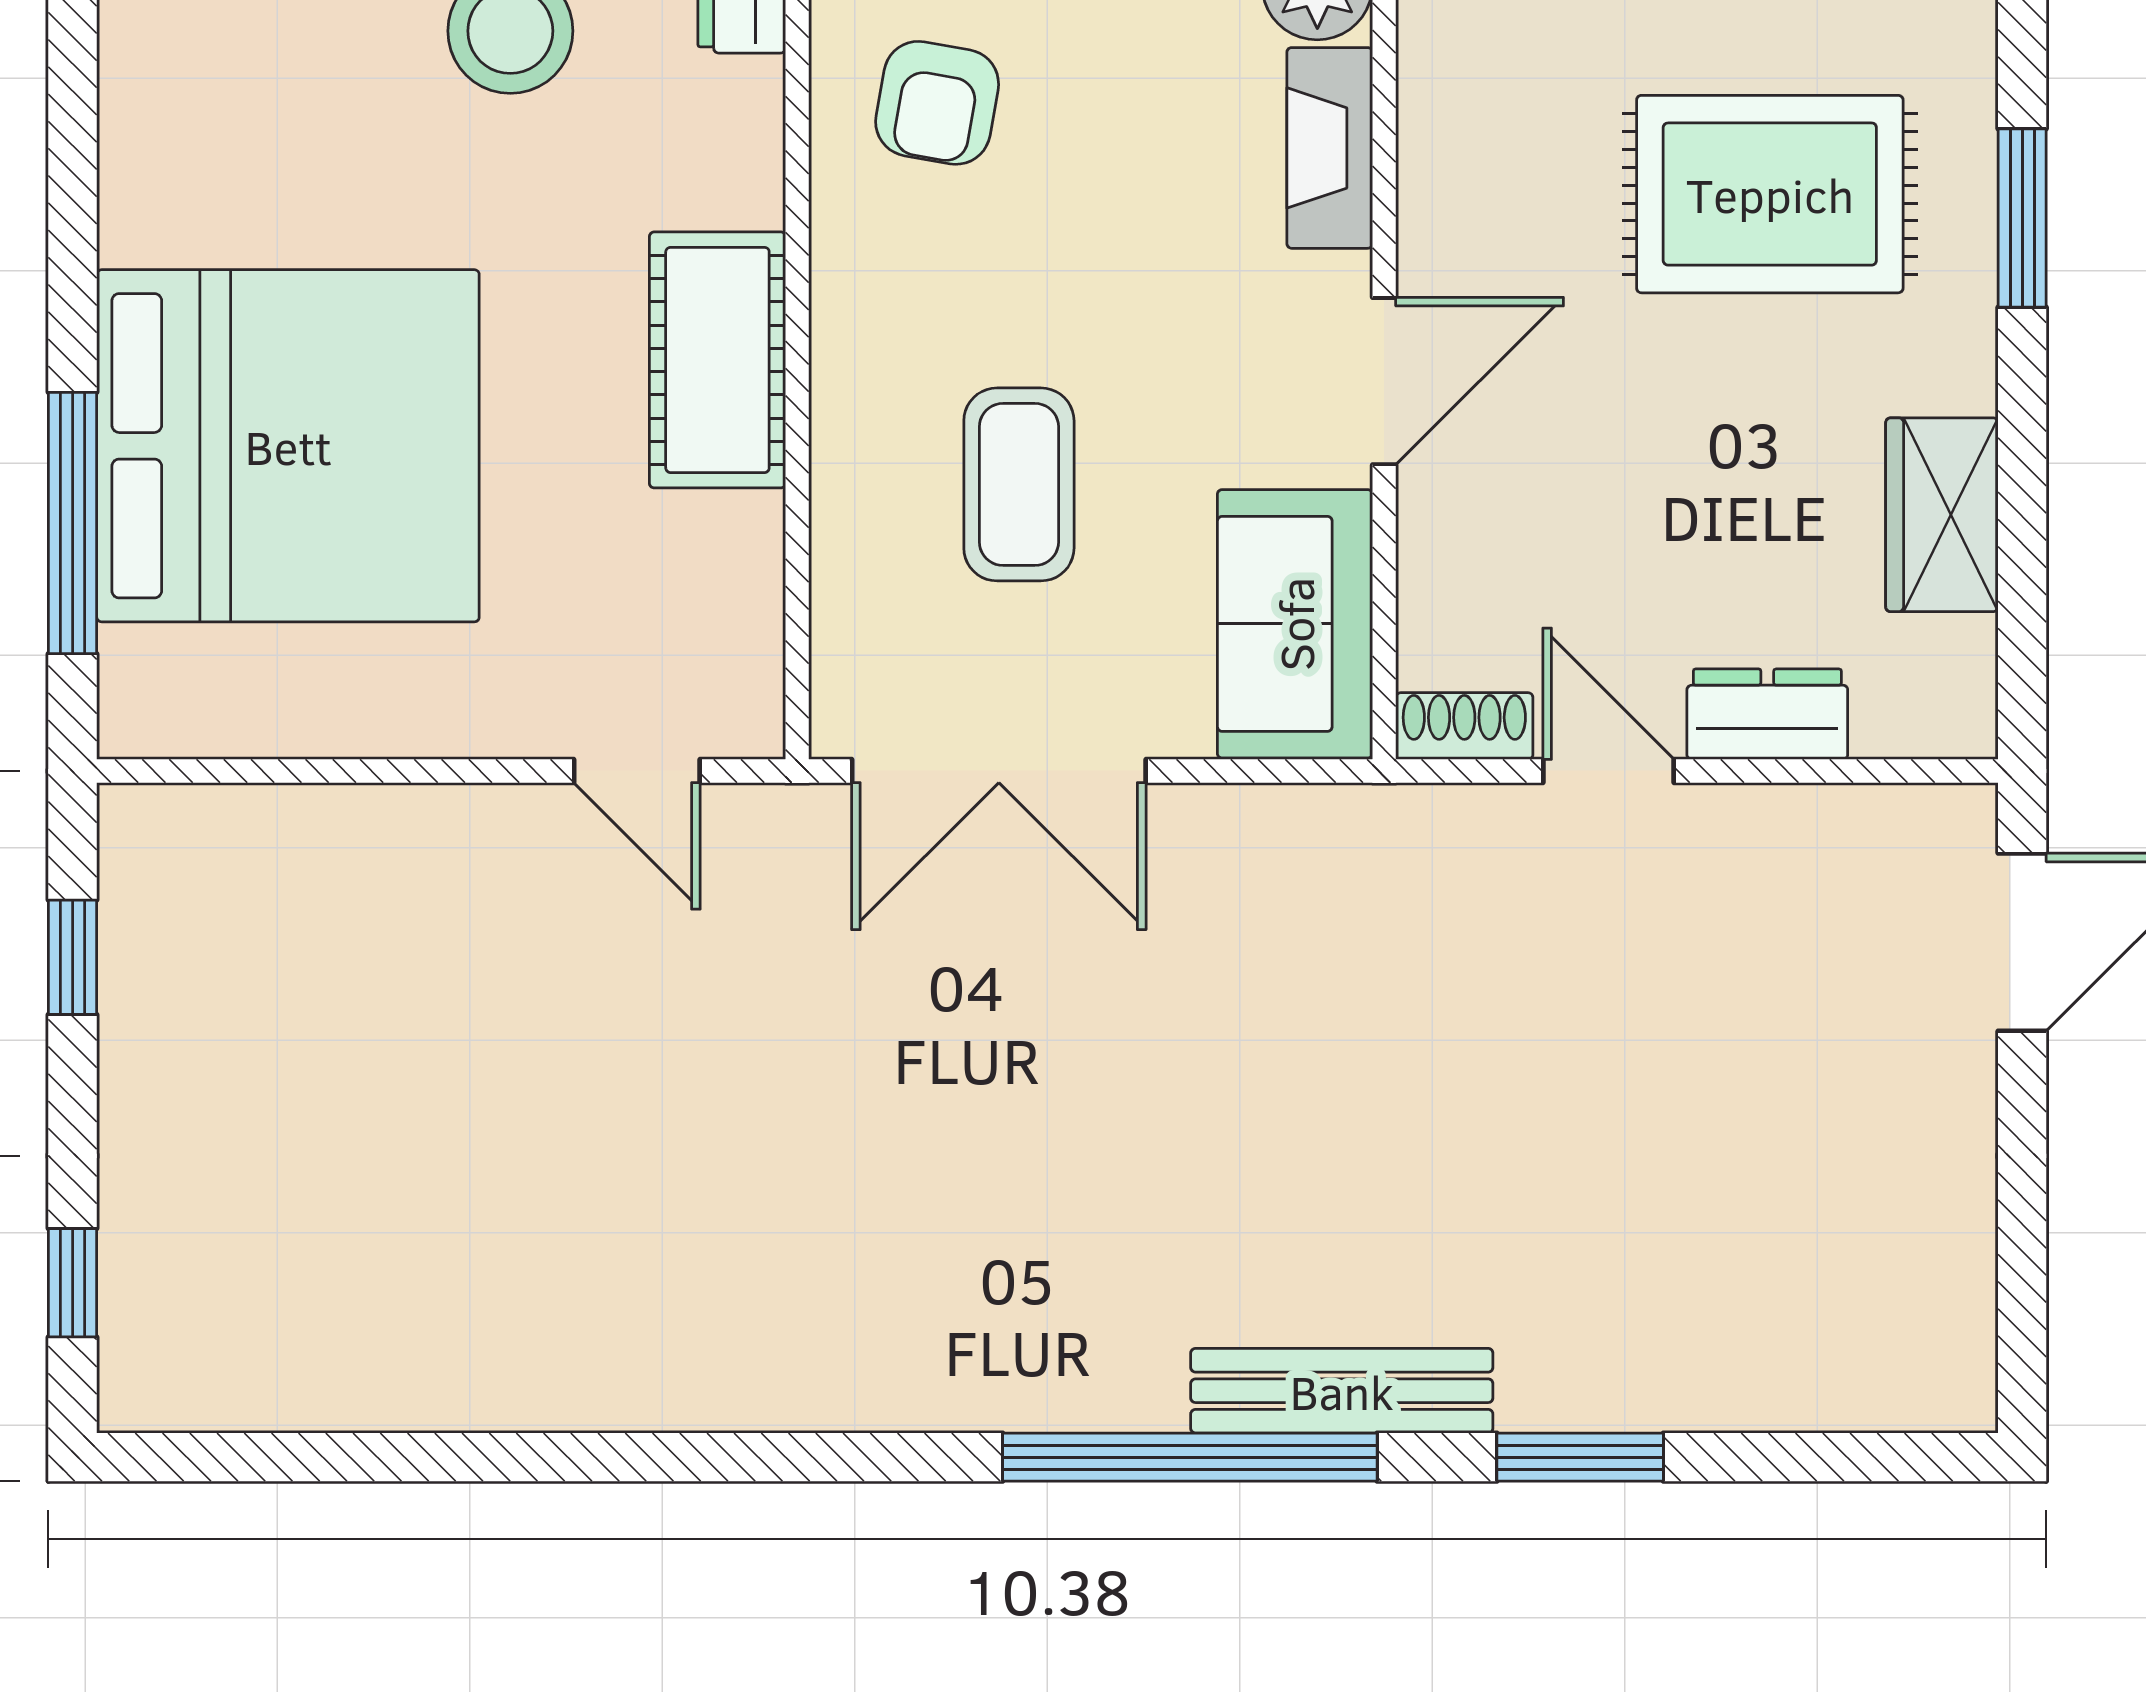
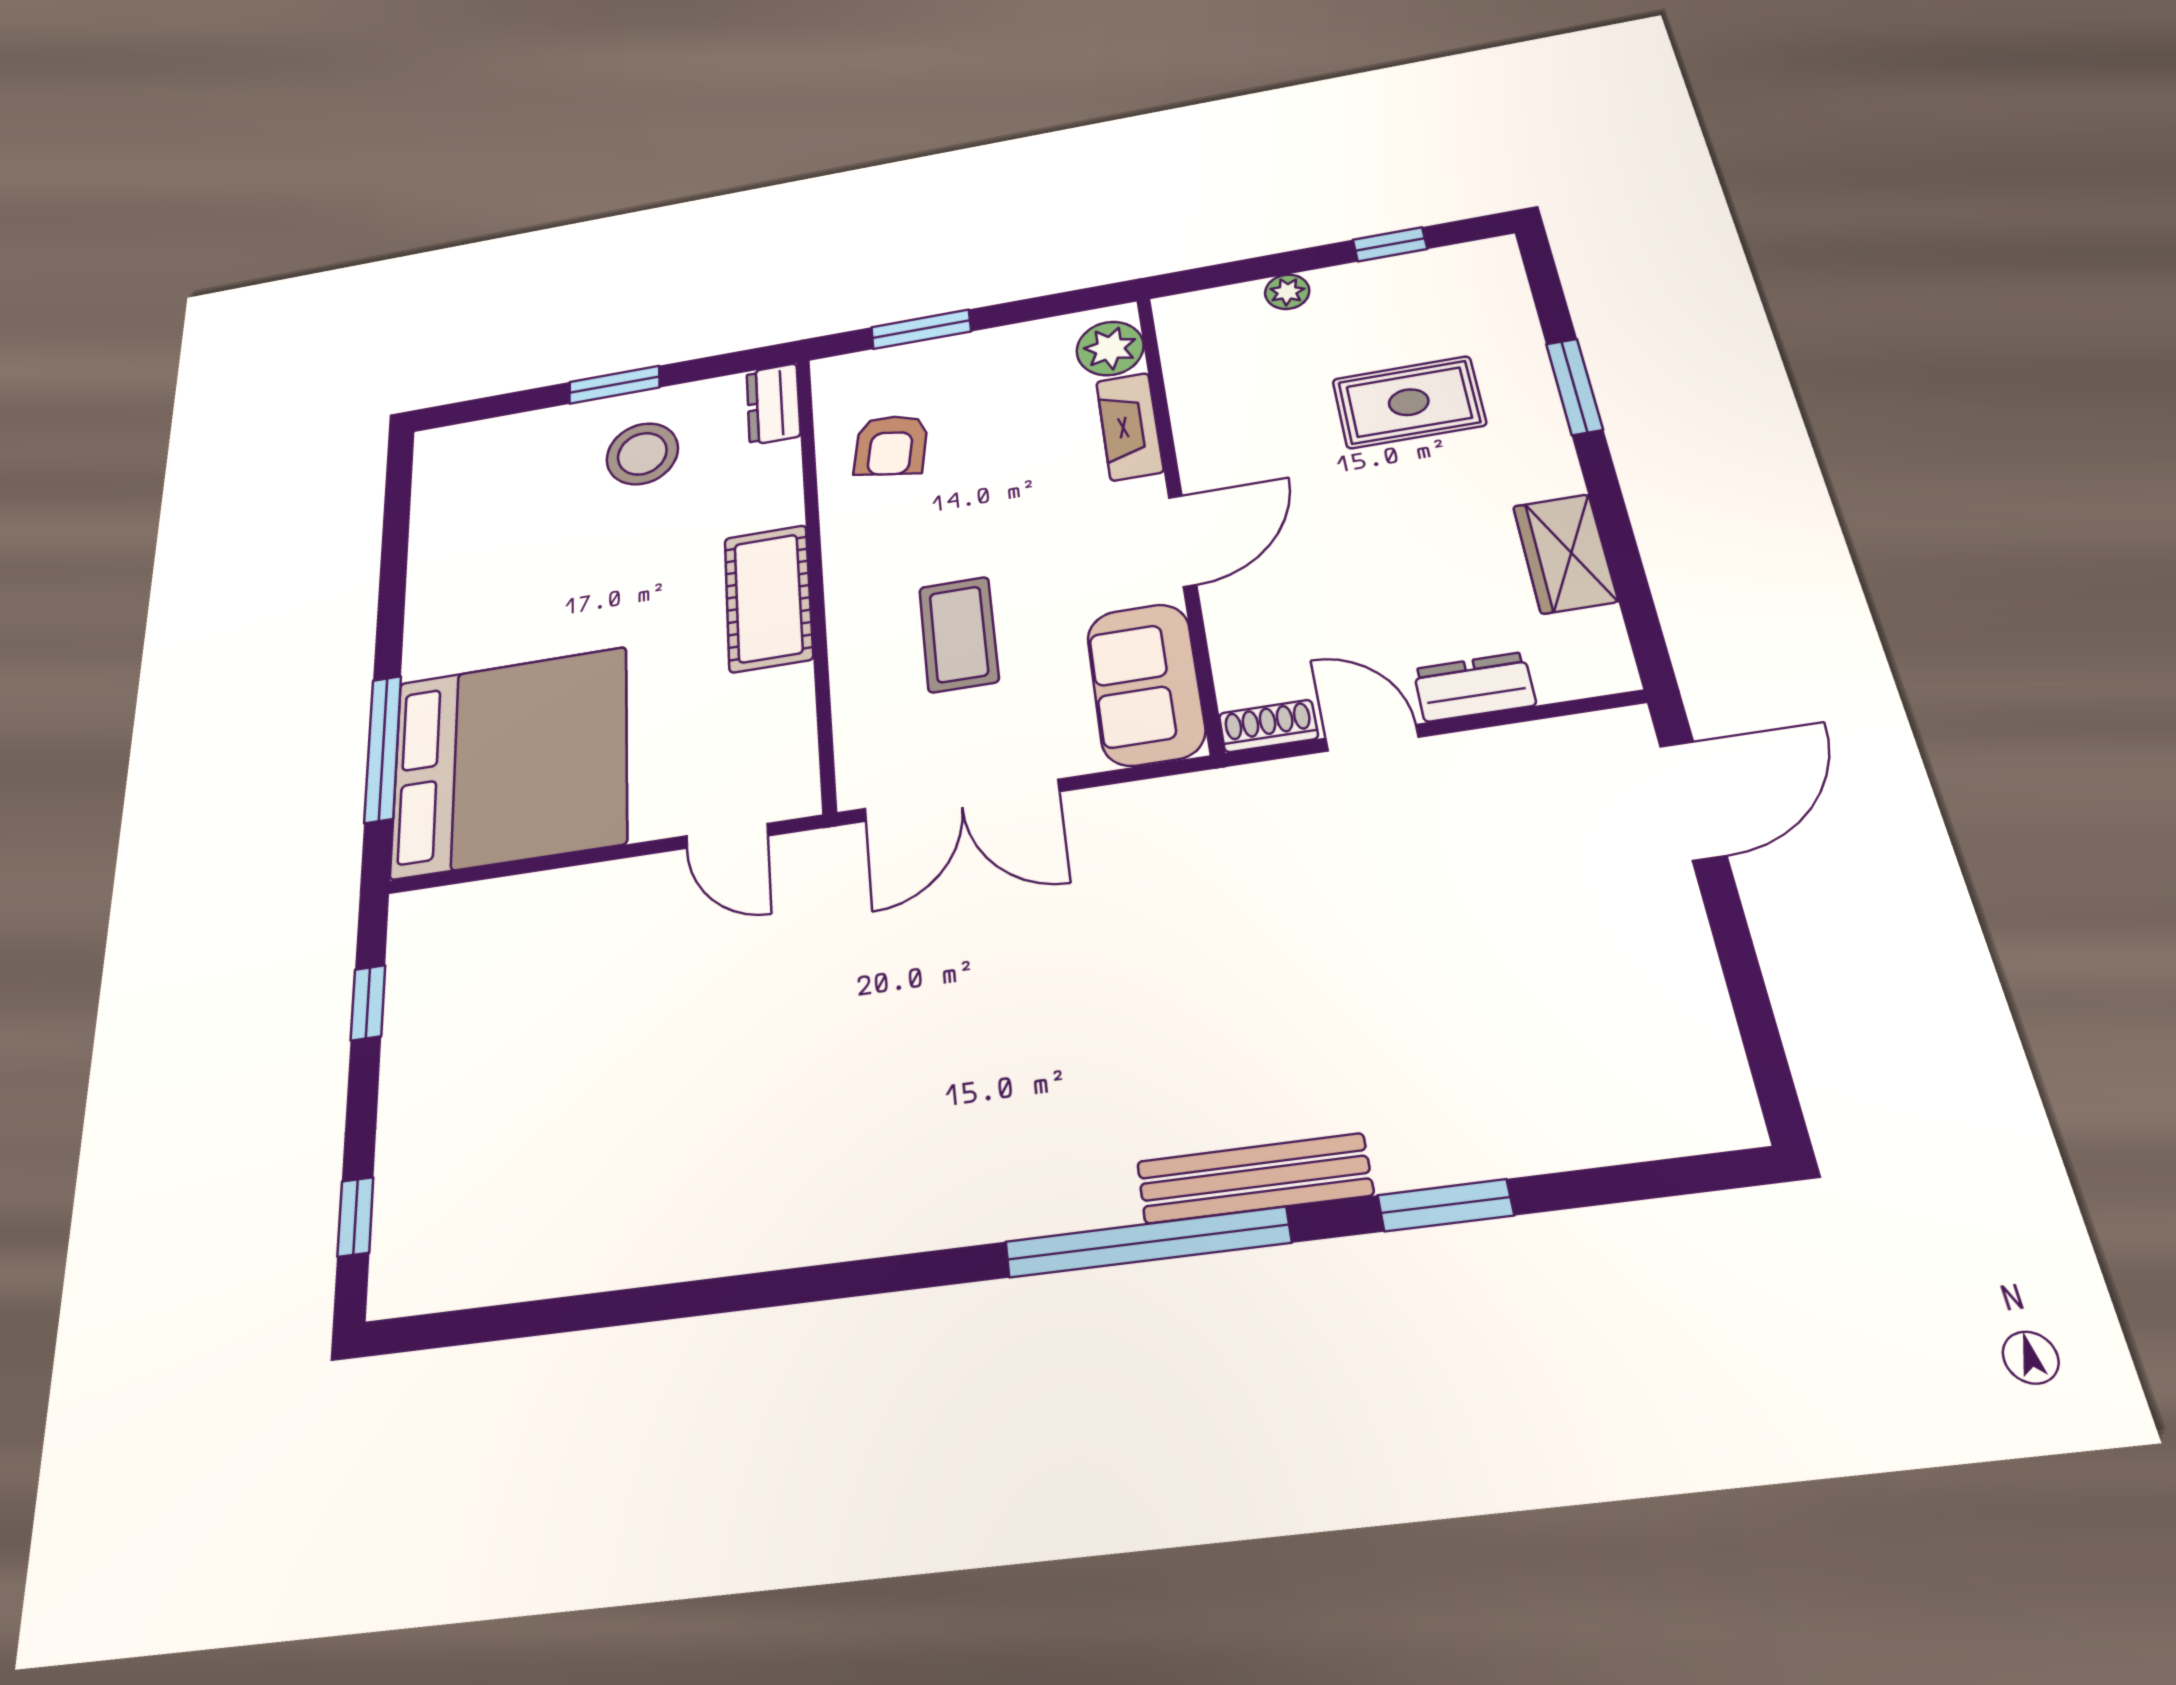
rug: (1770, 194) -> (1409, 402), width x0.73, depth x0.70
bed: (288, 446) -> (510, 761), moved

